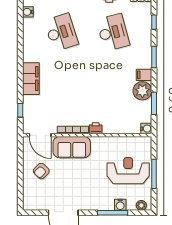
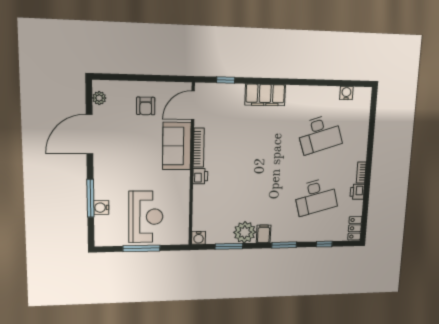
armchair: (41, 171) -> (146, 106), turned -135
plant: (141, 205) -> (99, 98), moved

